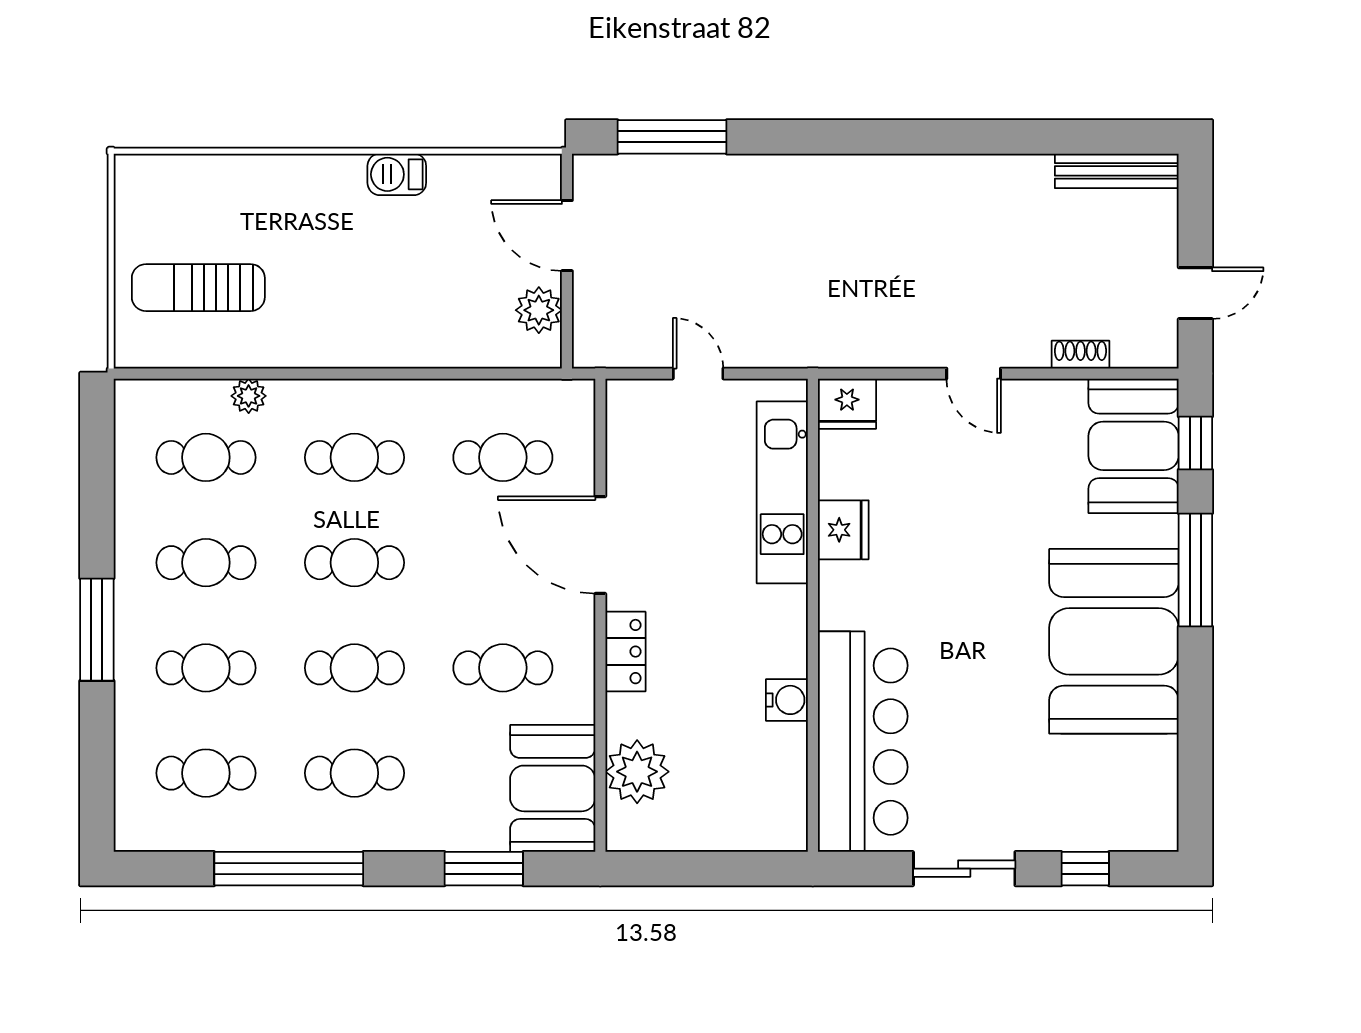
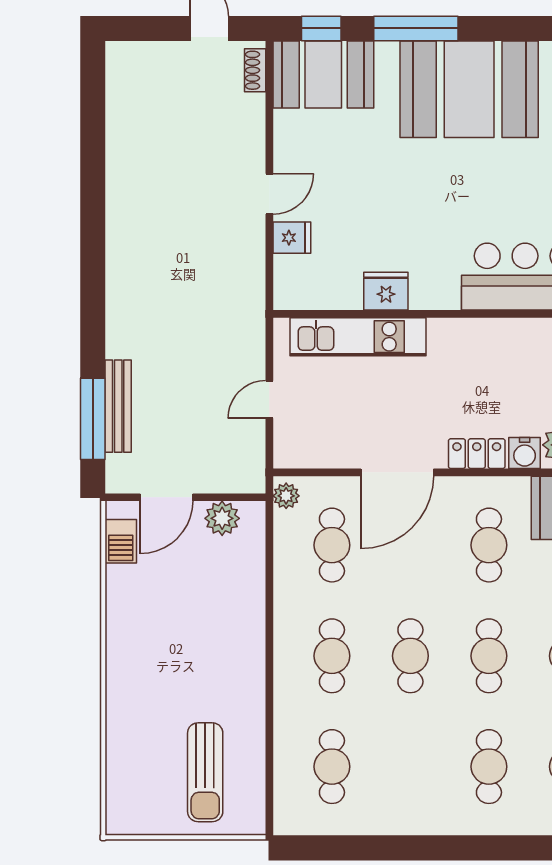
bench: (1117, 171) -> (118, 406), moved
barbecue: (397, 174) -> (121, 541), moved
shoe rack: (1081, 355) -> (255, 70), moved
plant: (249, 396) -> (286, 496), moved
fridge: (847, 404) -> (292, 238), moved, width x0.72
cafe table: (206, 563) -> (410, 767), removed
window: (97, 630) -> (460, 848), removed
water cooler: (787, 700) -> (525, 453), moved, turned 180

